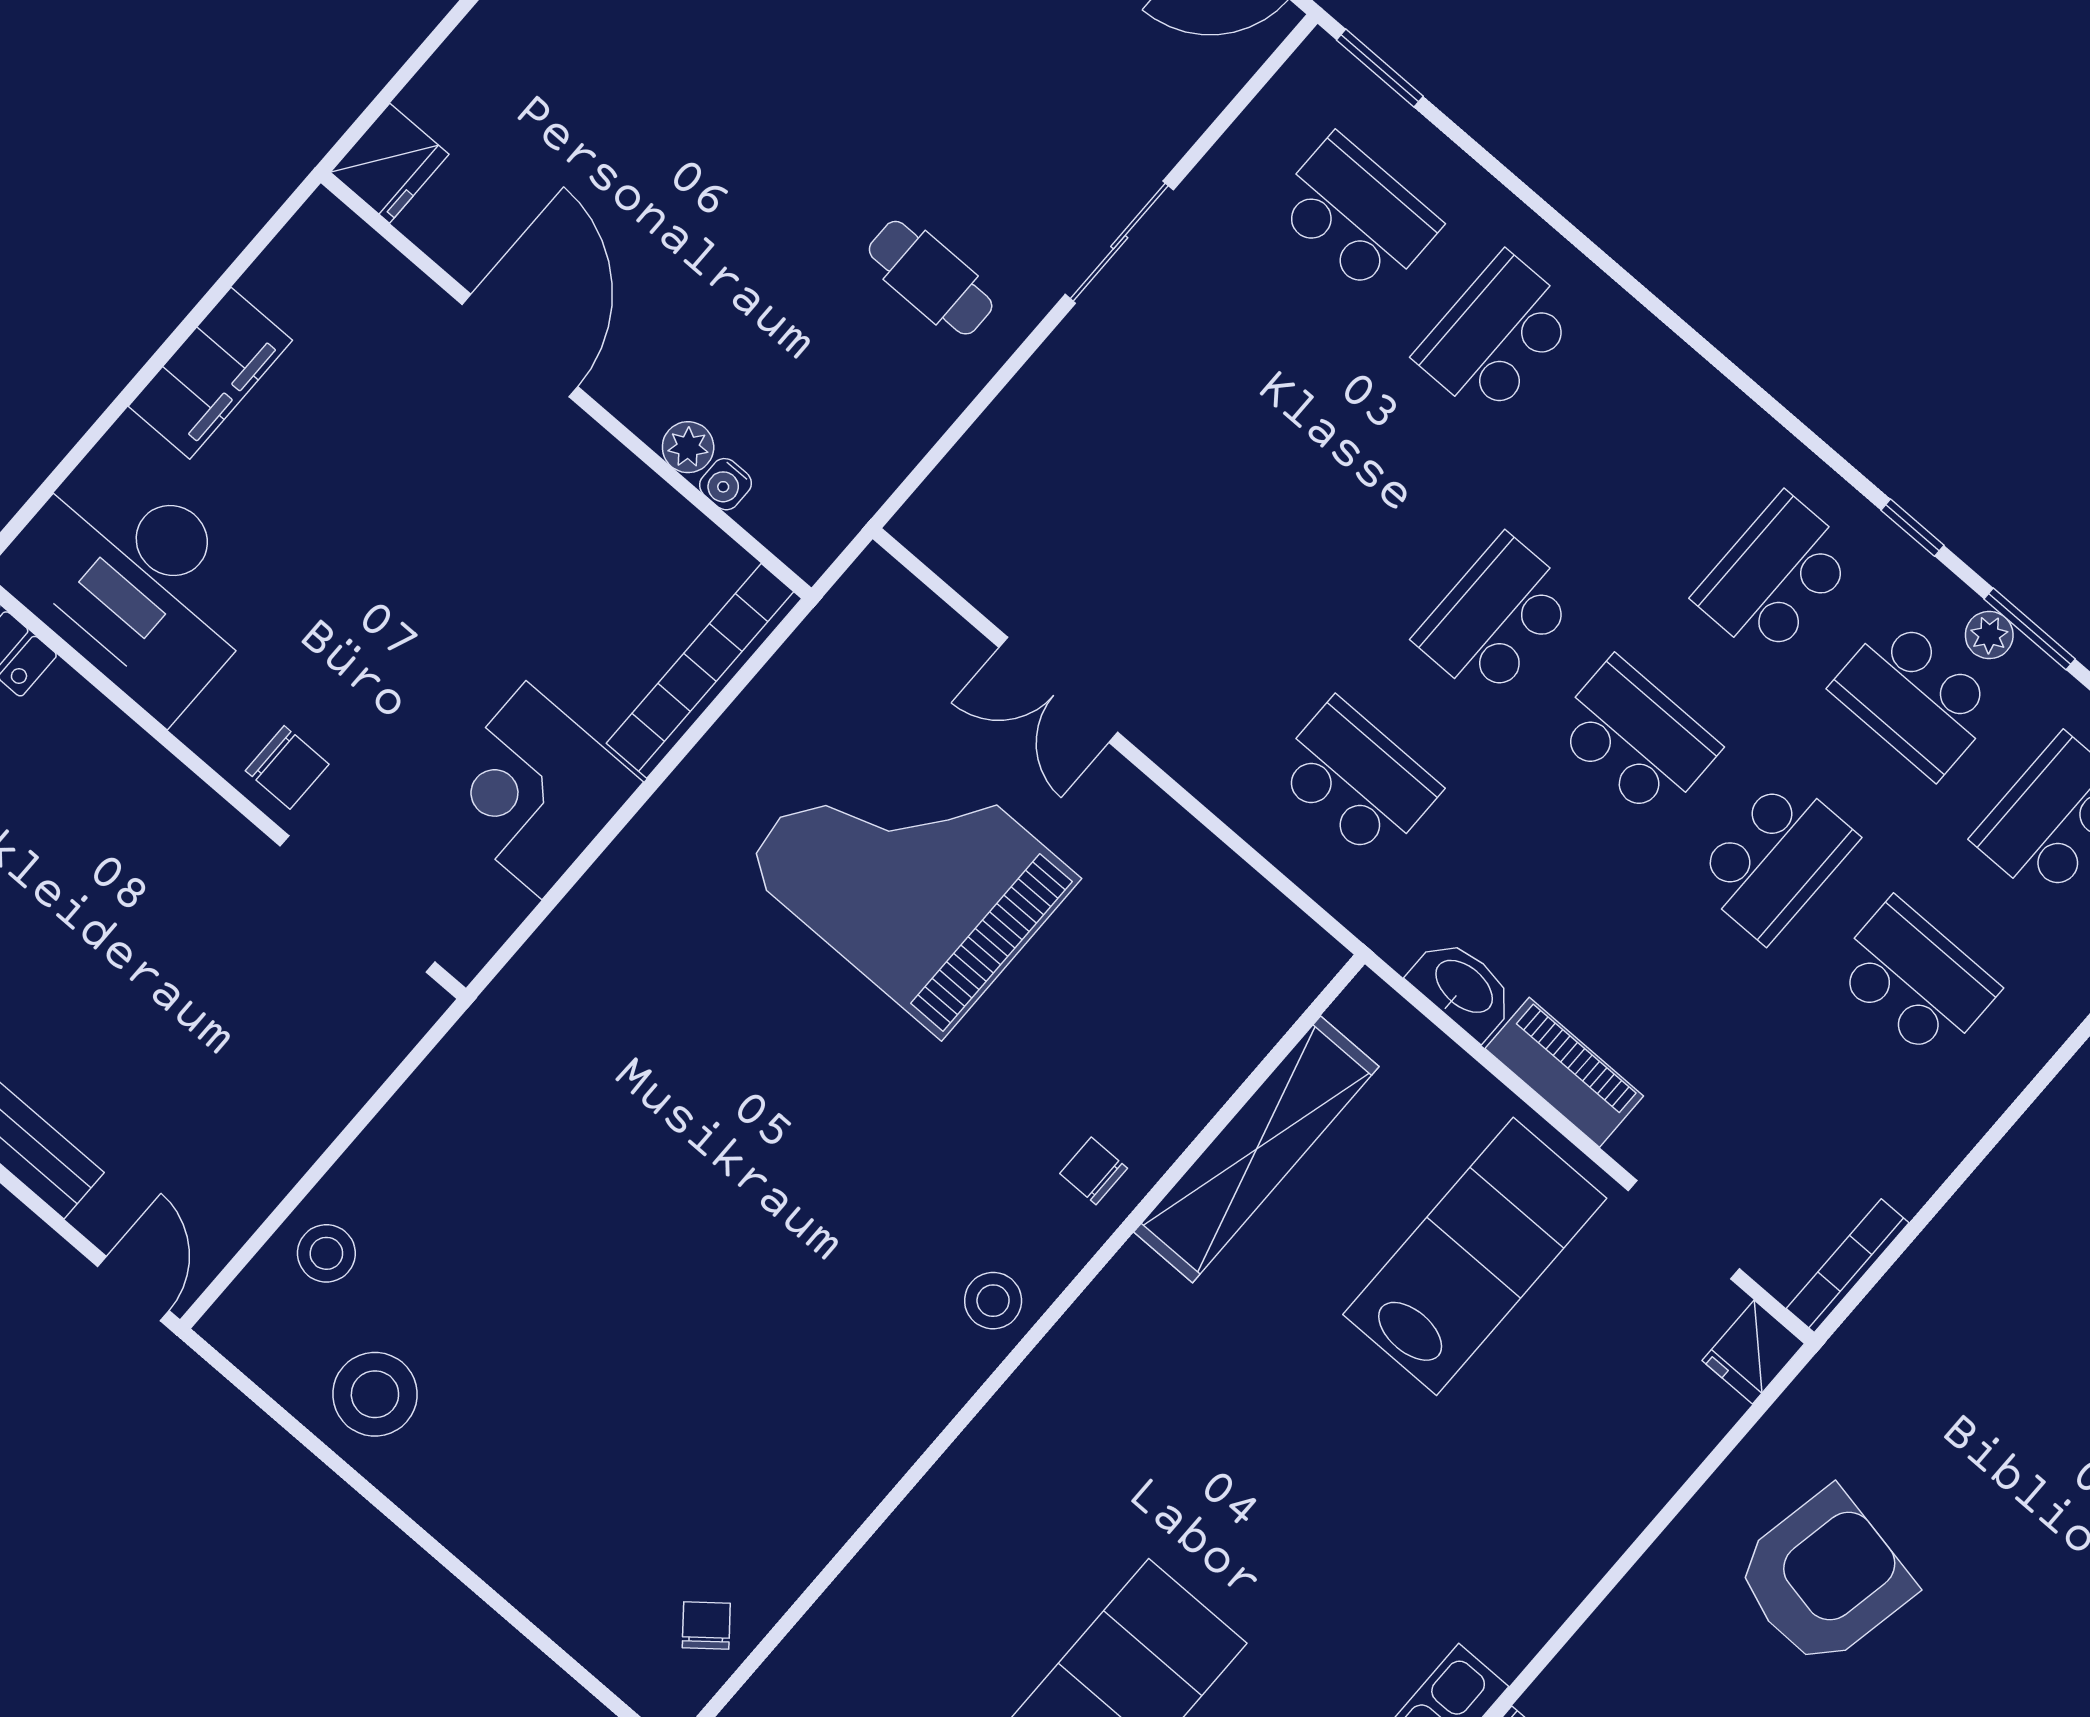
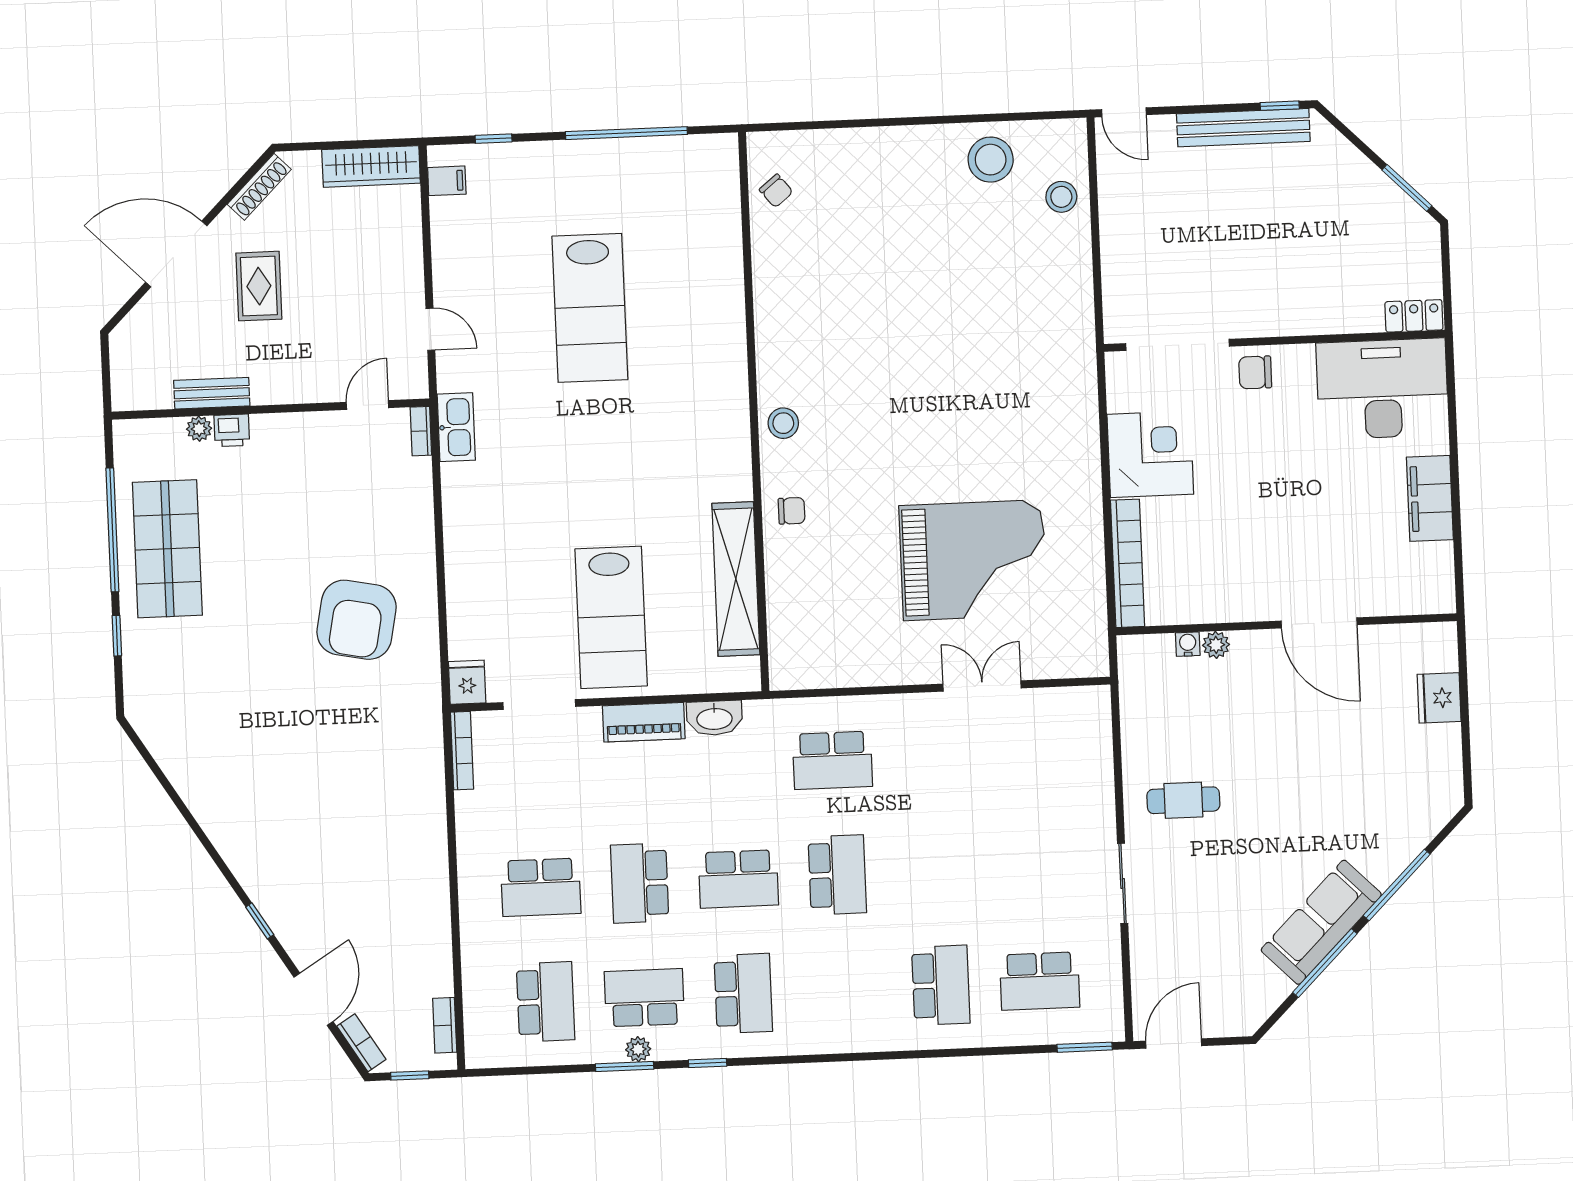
fridge: (390, 163) -> (1439, 698), moved

